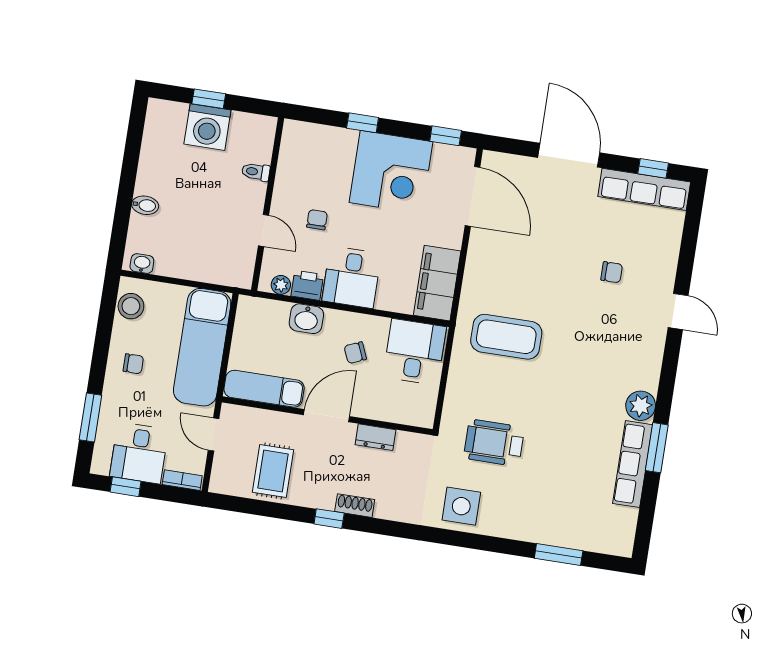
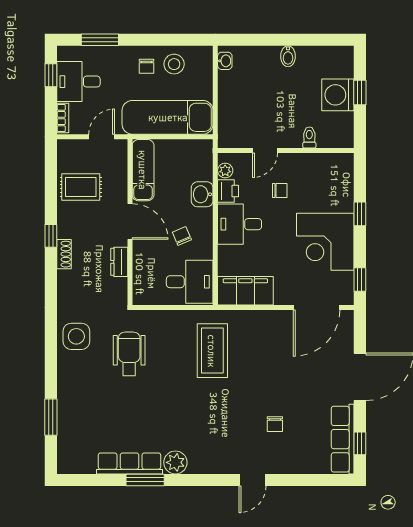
bidet: (145, 205) -> (288, 56), moved
stool: (131, 306) -> (174, 64), moved

